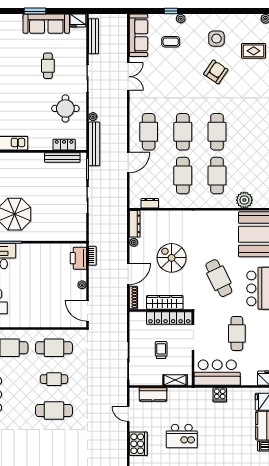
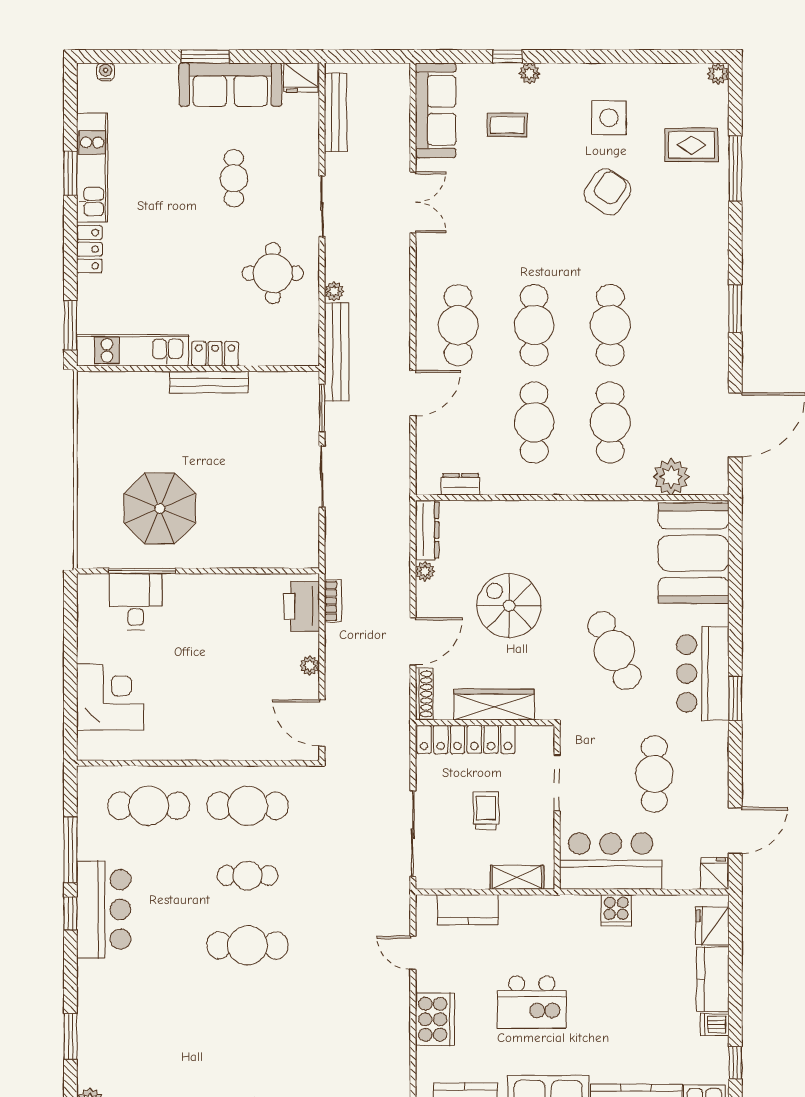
locker: (64, 145) -> (215, 354), moved
bench: (62, 157) -> (209, 382), moved
locker: (169, 318) -> (466, 739), moved

